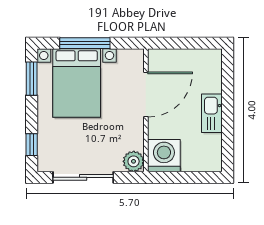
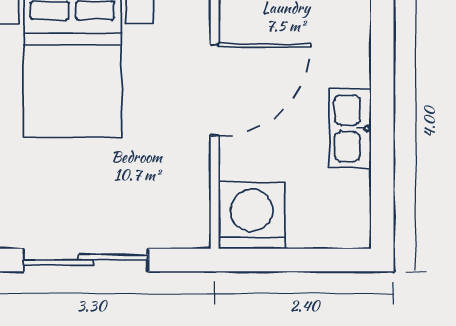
plant: (134, 161) -> (189, 227), removed

